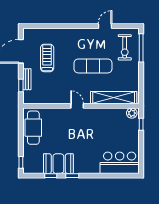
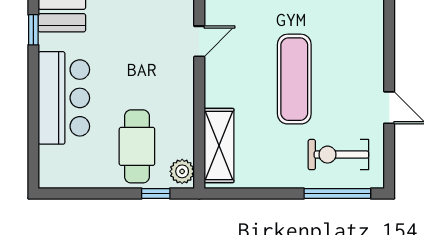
shelving: (114, 98) -> (219, 146), width x0.68
cafe table: (121, 132) -> (137, 146), added
bar counter: (120, 163) -> (64, 98), moved

